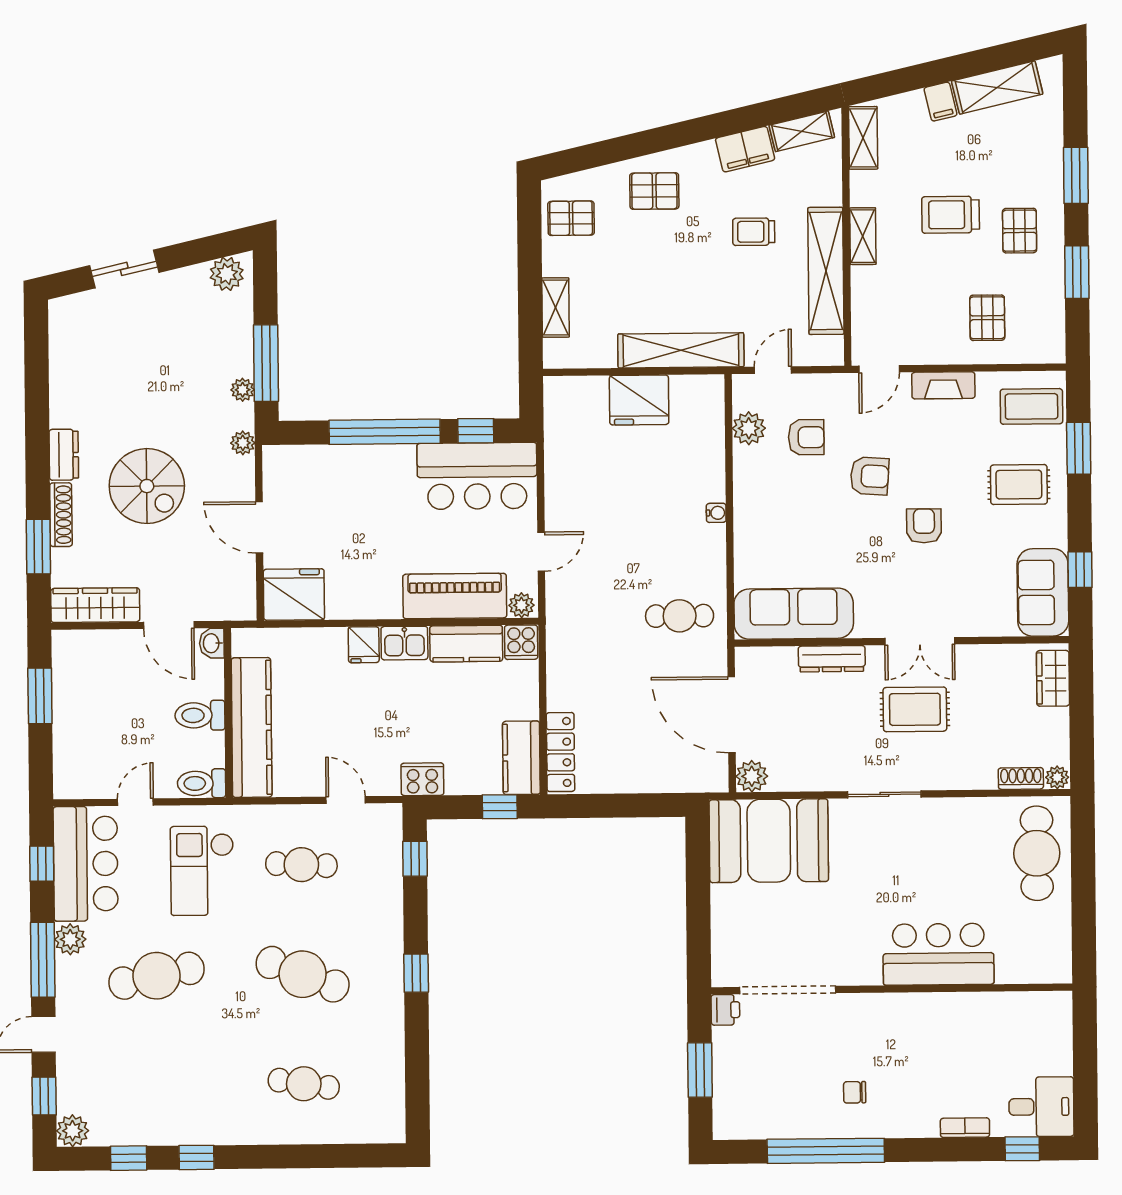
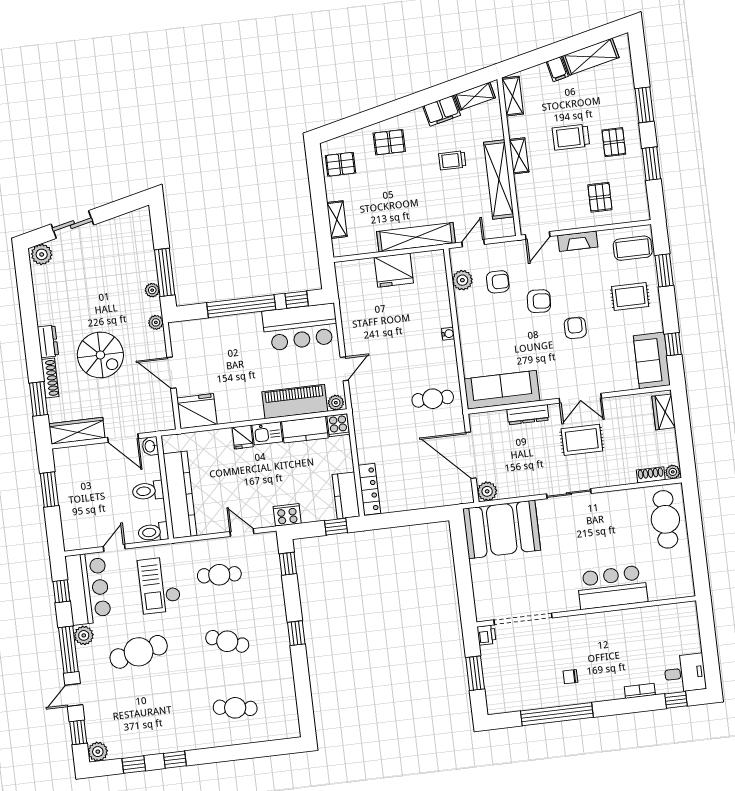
plant: (227, 274) -> (42, 254), moved
cafe table: (303, 974) -> (227, 641), width x0.73, depth x0.74

